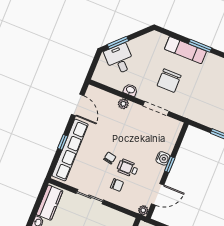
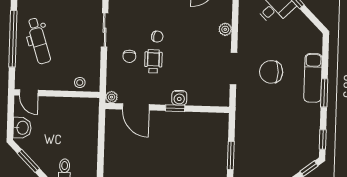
washbasin: (130, 90) -> (244, 32), removed

